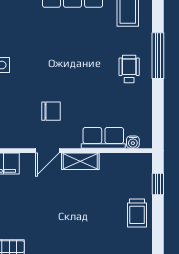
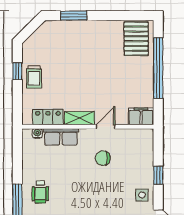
locker: (120, 162) -> (48, 117), added
window: (158, 184) -> (17, 71), moved
trolley: (137, 213) -> (34, 77), turned 180

